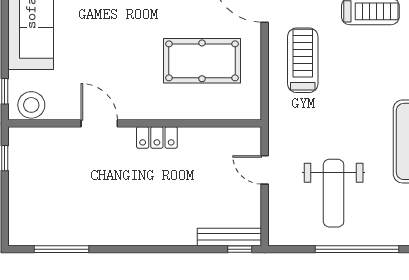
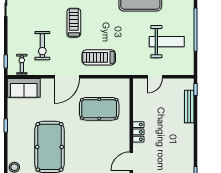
pool table: (202, 61) -> (99, 109), turned 90
bench: (229, 237) -> (189, 106), moved

